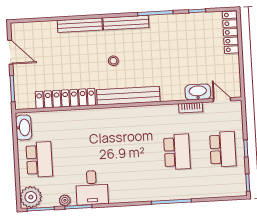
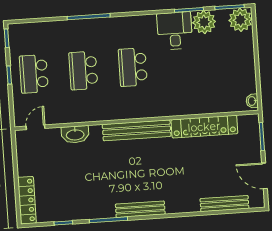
bench: (80, 25) -> (224, 204), moved
stool: (113, 61) -> (153, 168), removed
washbasin: (198, 92) -> (75, 134), moved
door: (222, 100) -> (35, 127), swing flipped
bookcase: (191, 108) -> (69, 118), removed
washbasin: (24, 127) -> (252, 101), width x0.52, depth x0.69
school desk: (39, 160) -> (133, 67), moved
plant: (65, 200) -> (204, 22), width x1.87, depth x1.87

